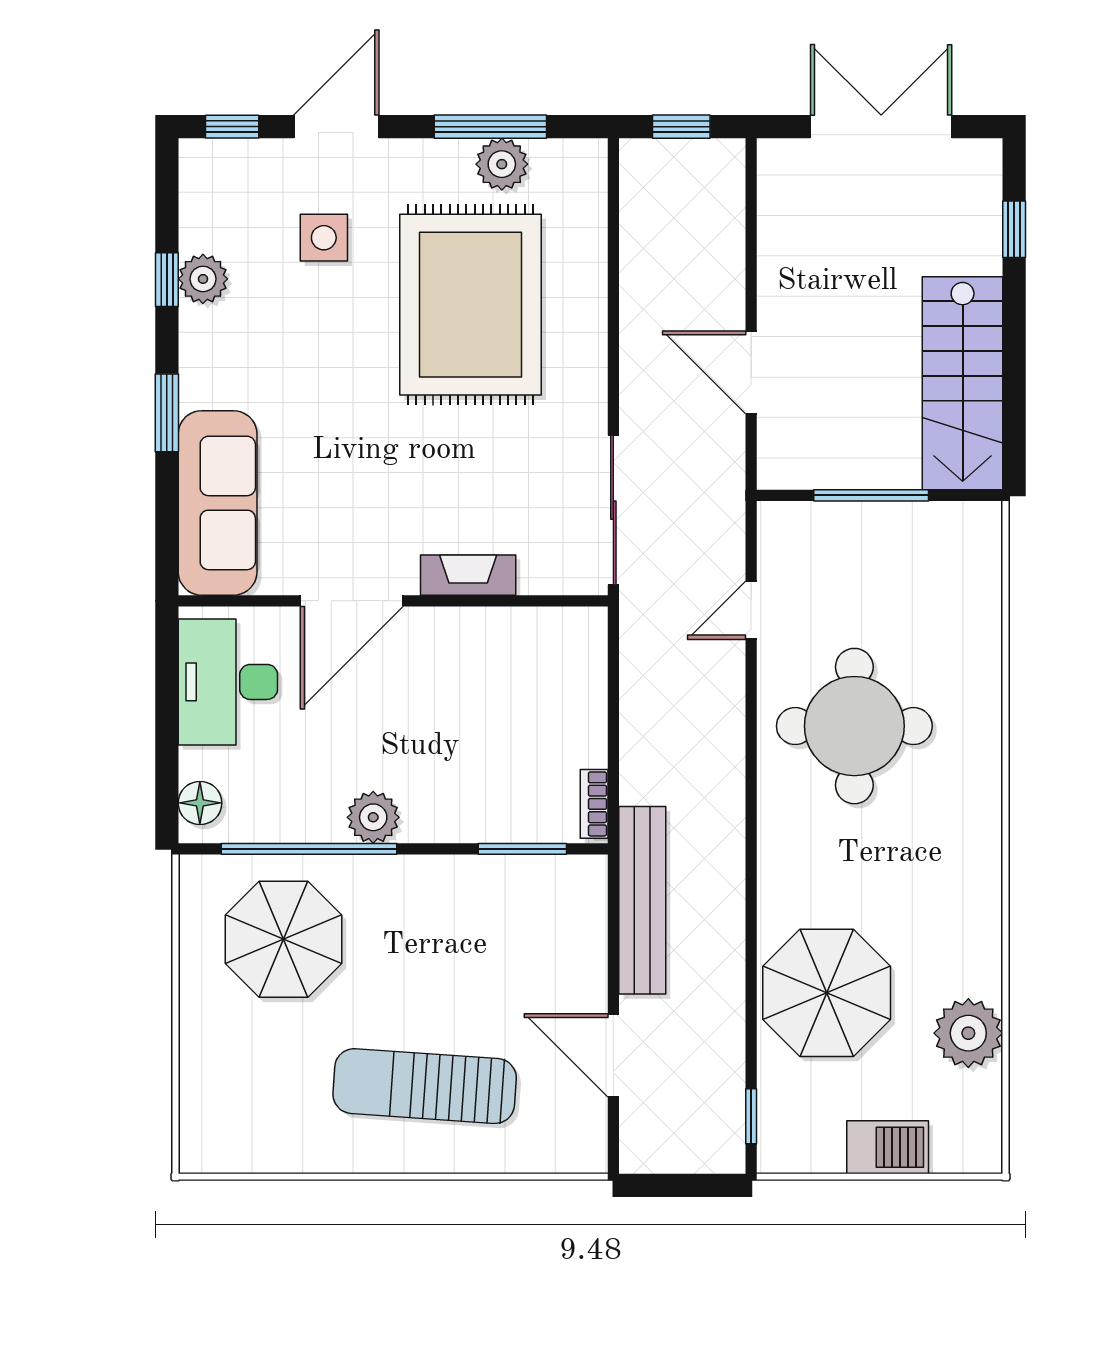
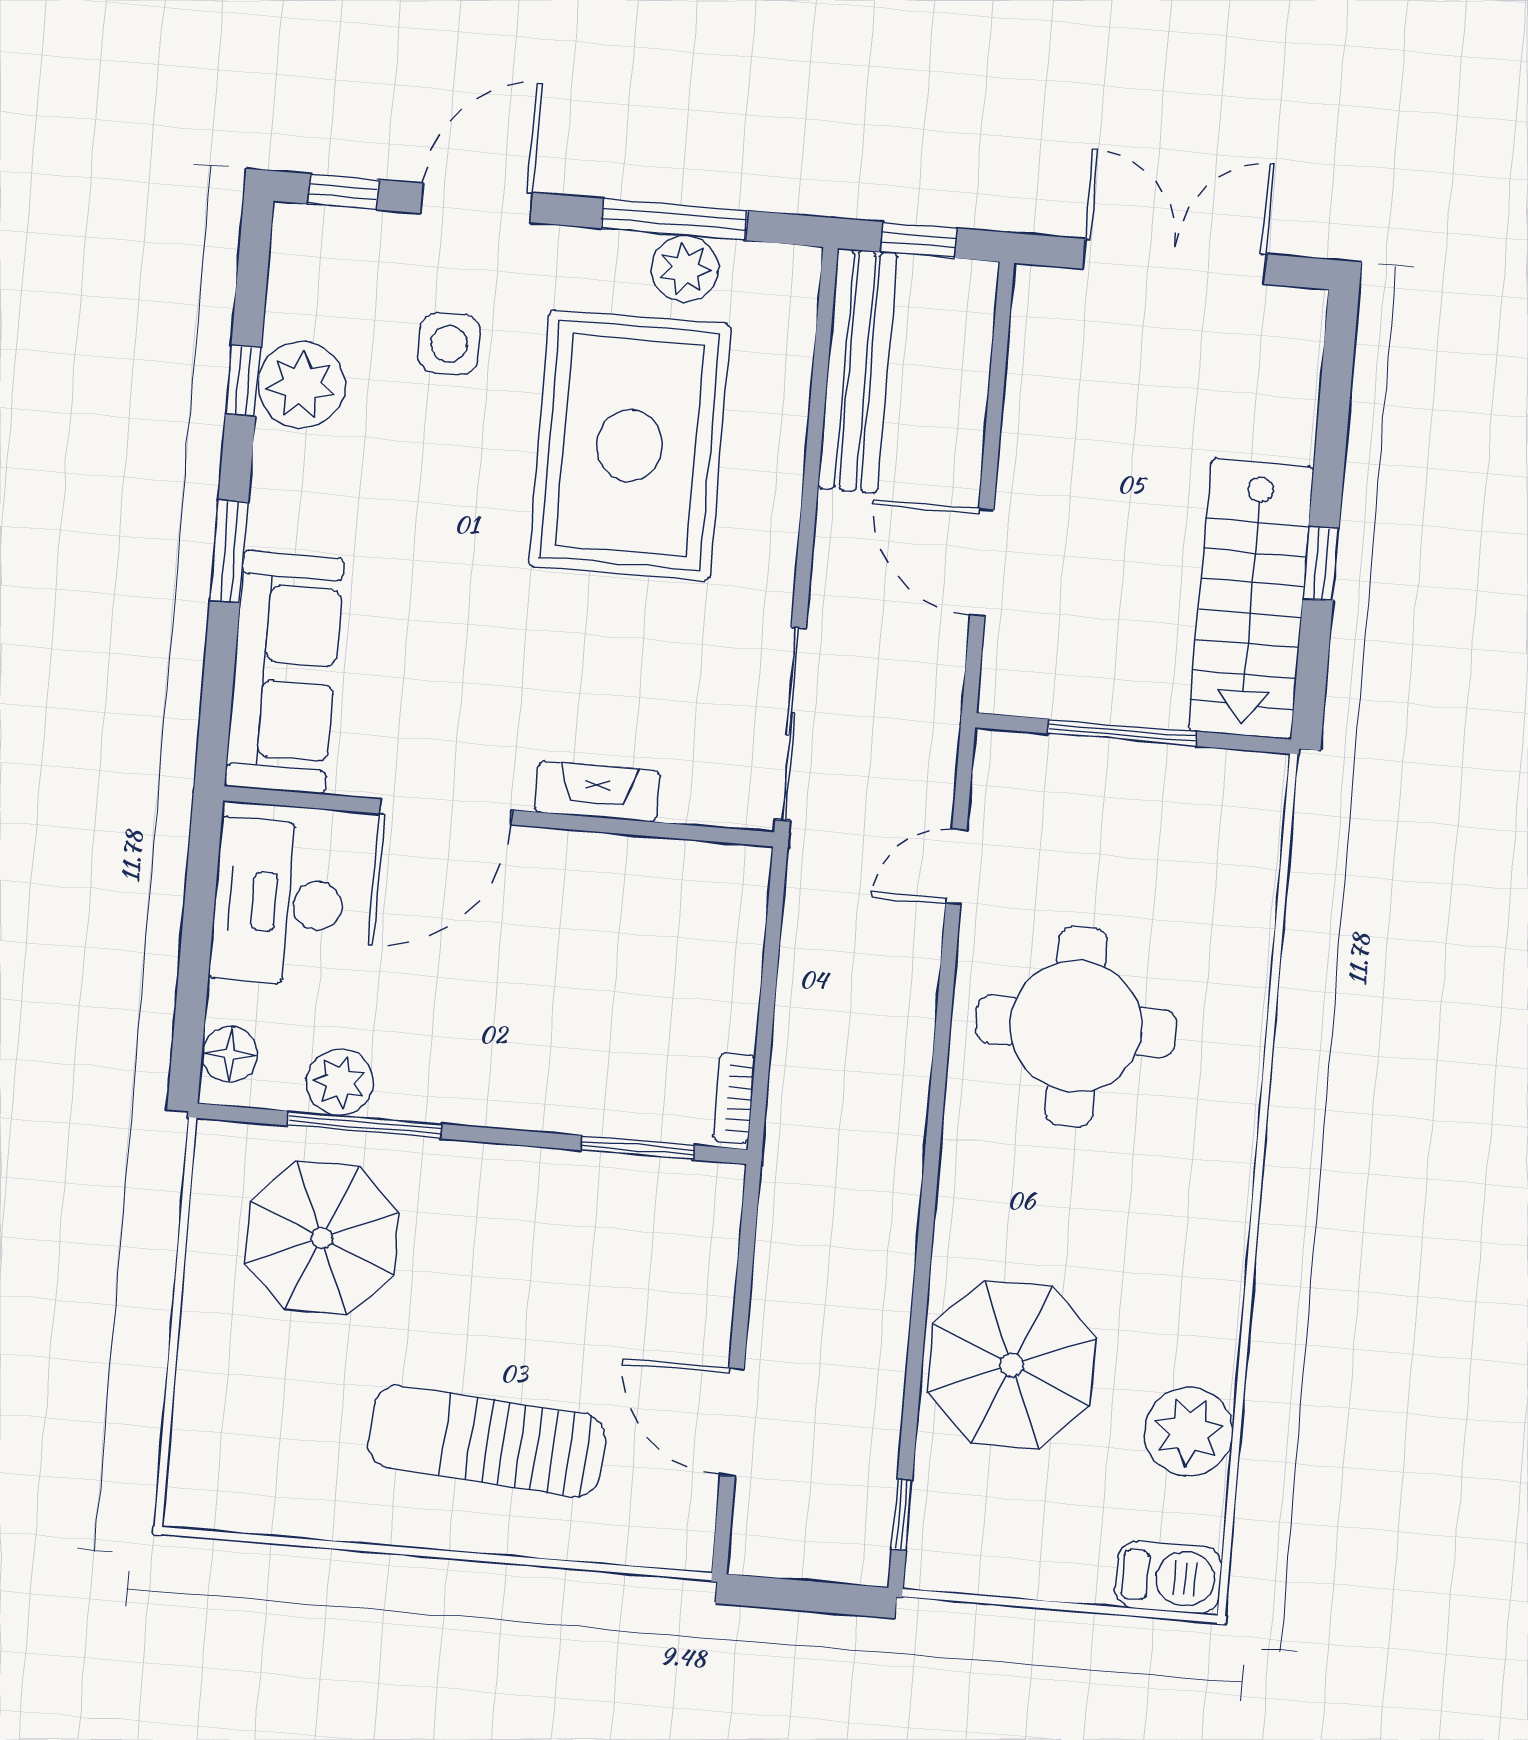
window: (1014, 229) -> (1321, 564), moved
plant: (203, 279) -> (301, 385), width x1.36, depth x1.36
plant: (373, 817) -> (340, 1082), moved
window: (309, 849) -> (364, 1125), width x0.68
bench: (642, 900) -> (857, 371), moved
barbecue: (888, 1147) -> (1169, 1577), moved

